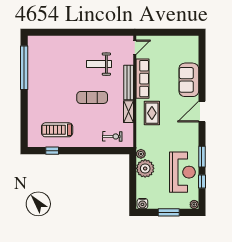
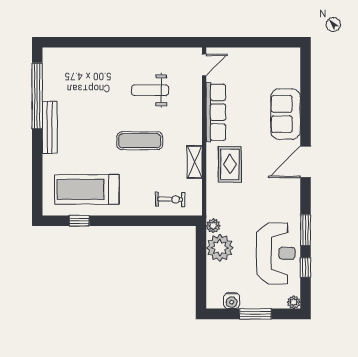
bench: (129, 82) -> (50, 128), moved
treadmill: (57, 130) -> (87, 189), width x1.37, depth x1.38
water cooler: (142, 204) -> (232, 301), moved

